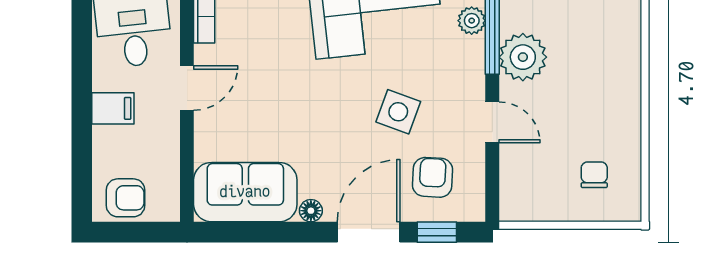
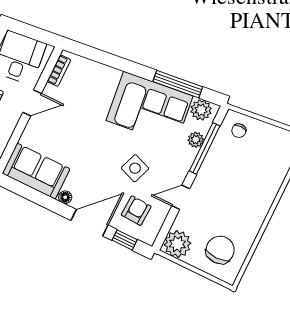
plant: (523, 57) -> (177, 244), moved
door: (492, 122) -> (181, 197), swing flipped
chair: (594, 175) -> (220, 250), width x1.87, depth x1.87

